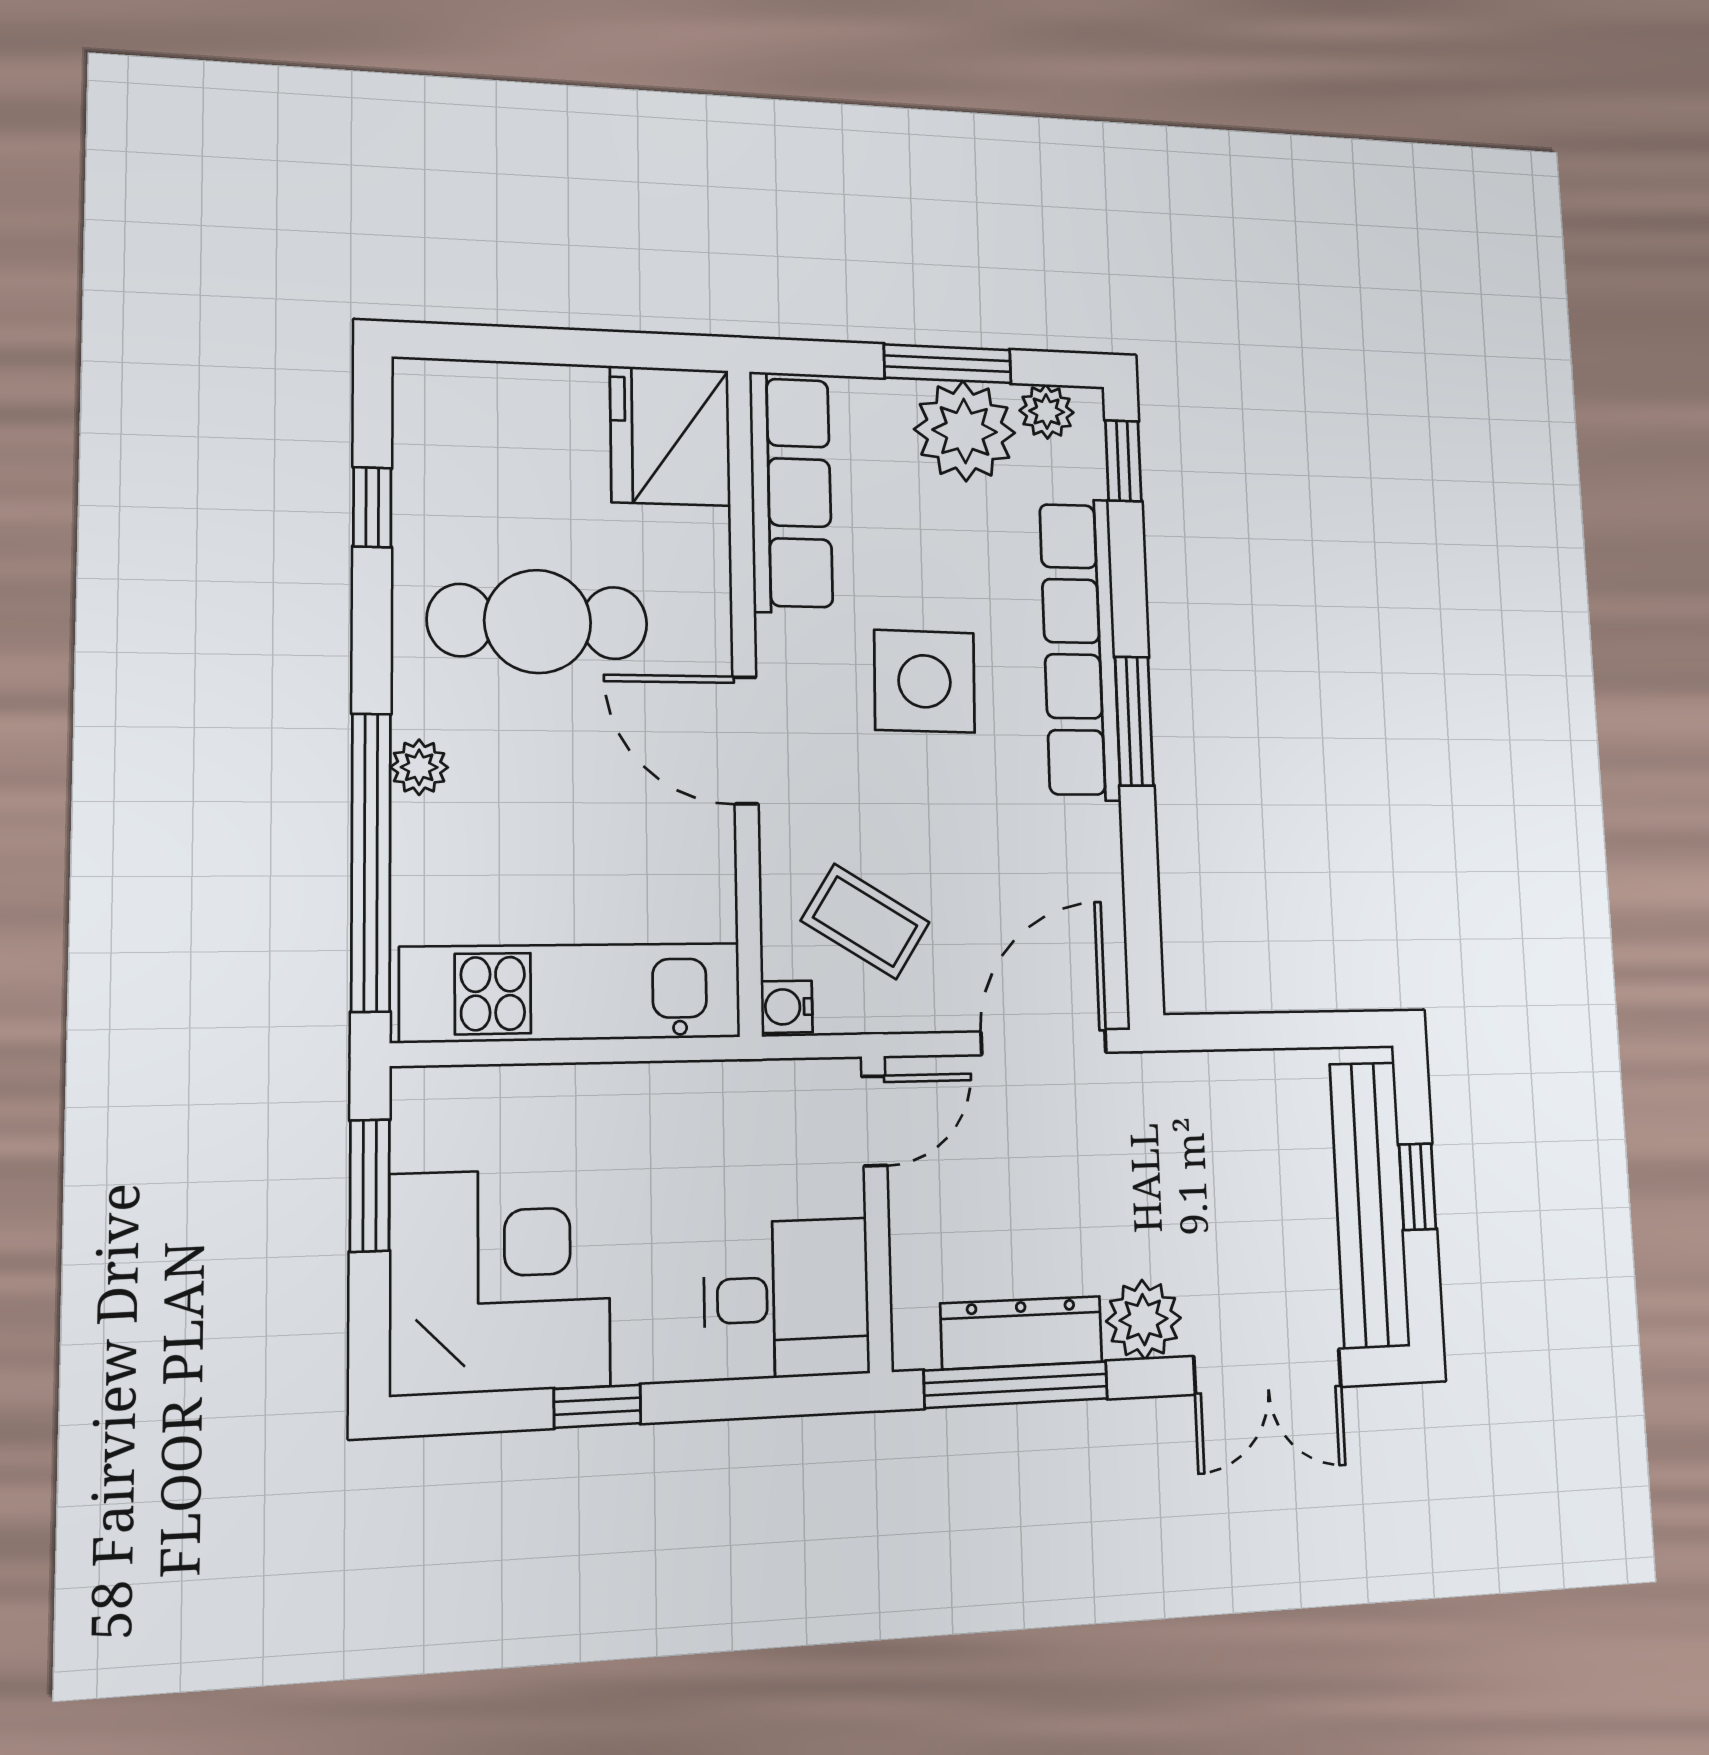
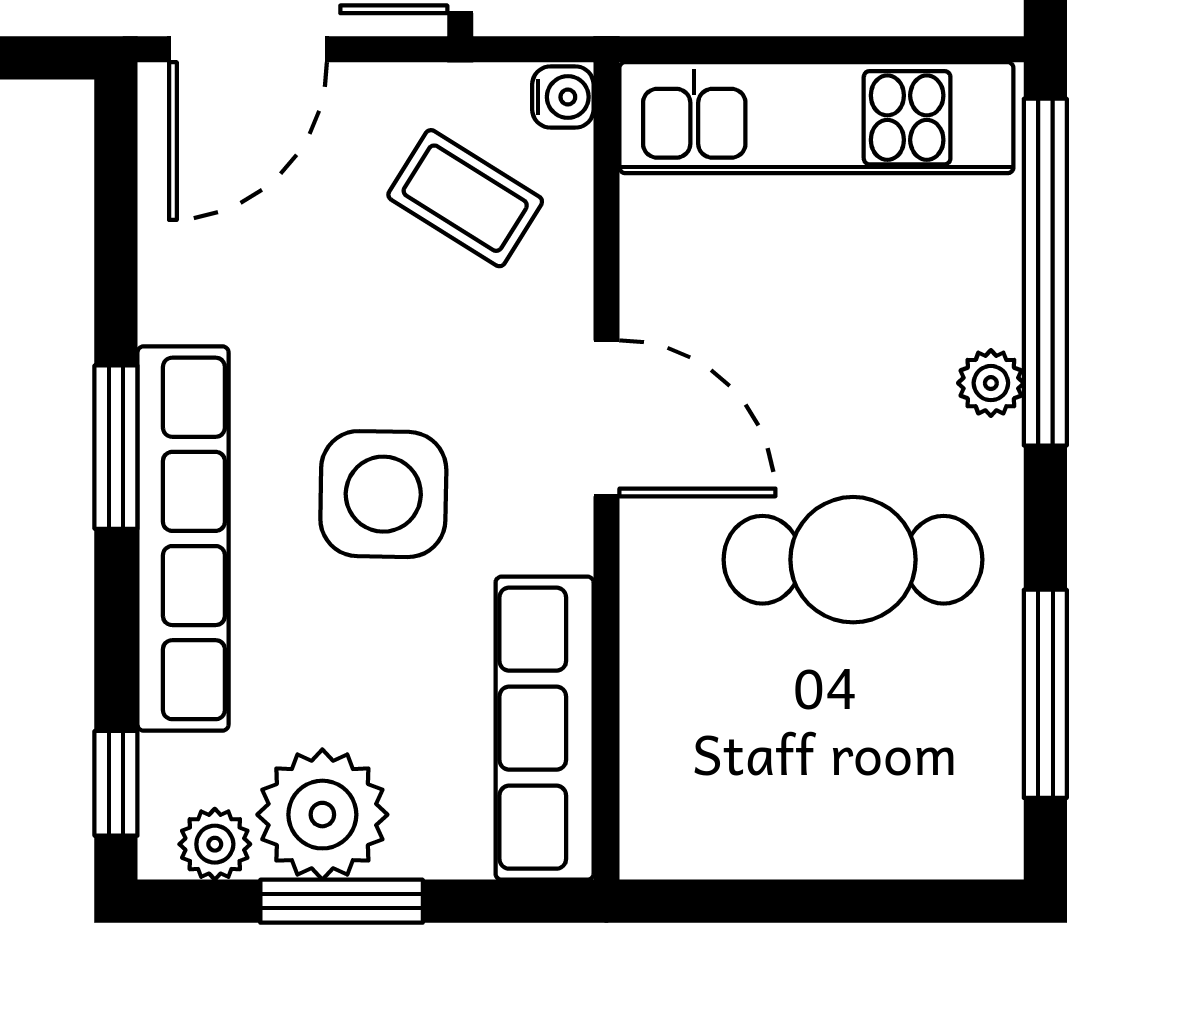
fridge: (670, 436) -> (692, 794), removed
window: (372, 507) -> (1045, 694), width x2.17

